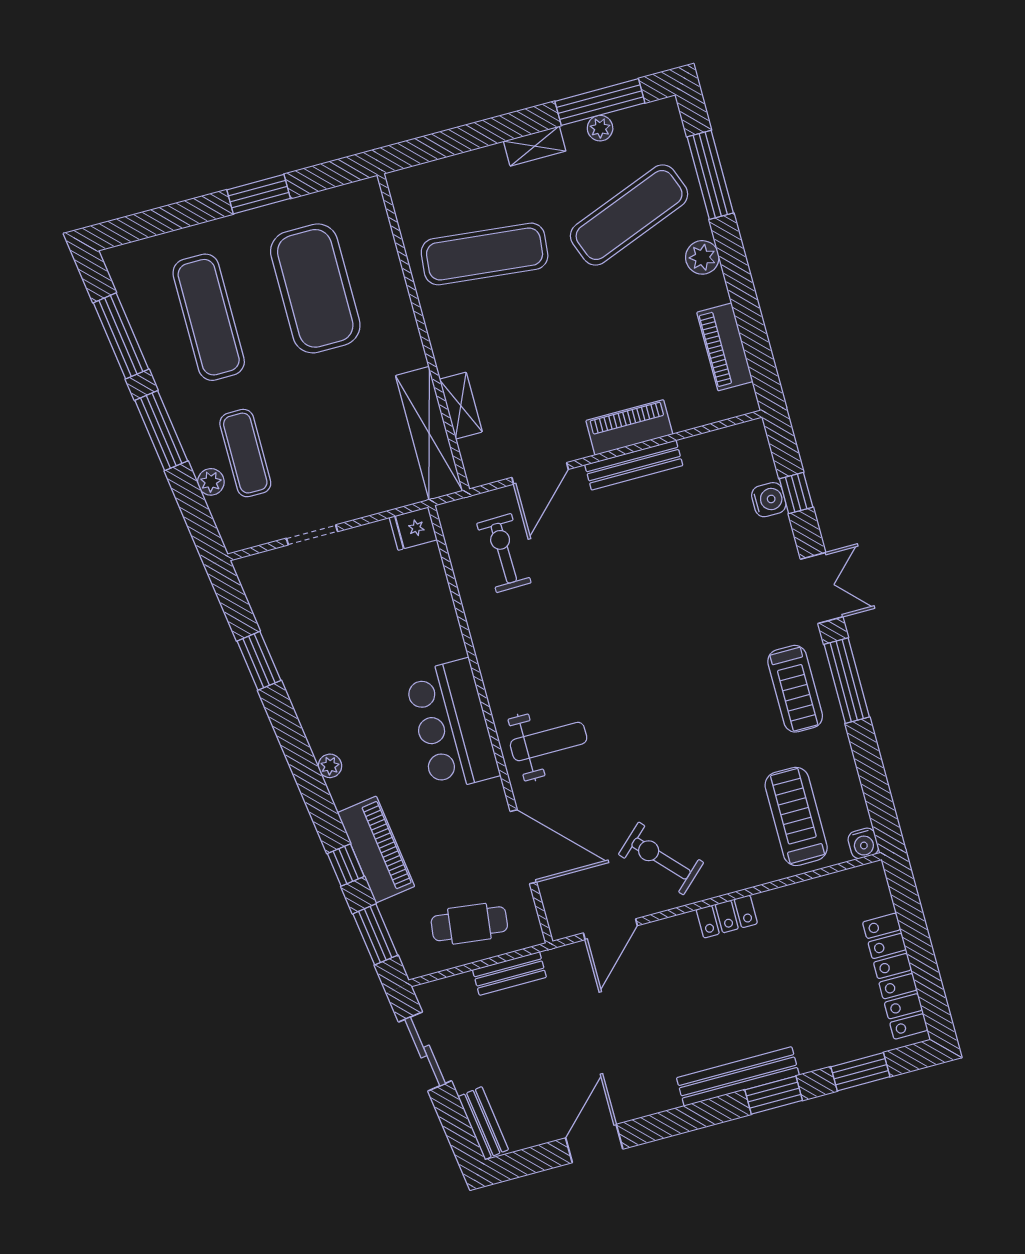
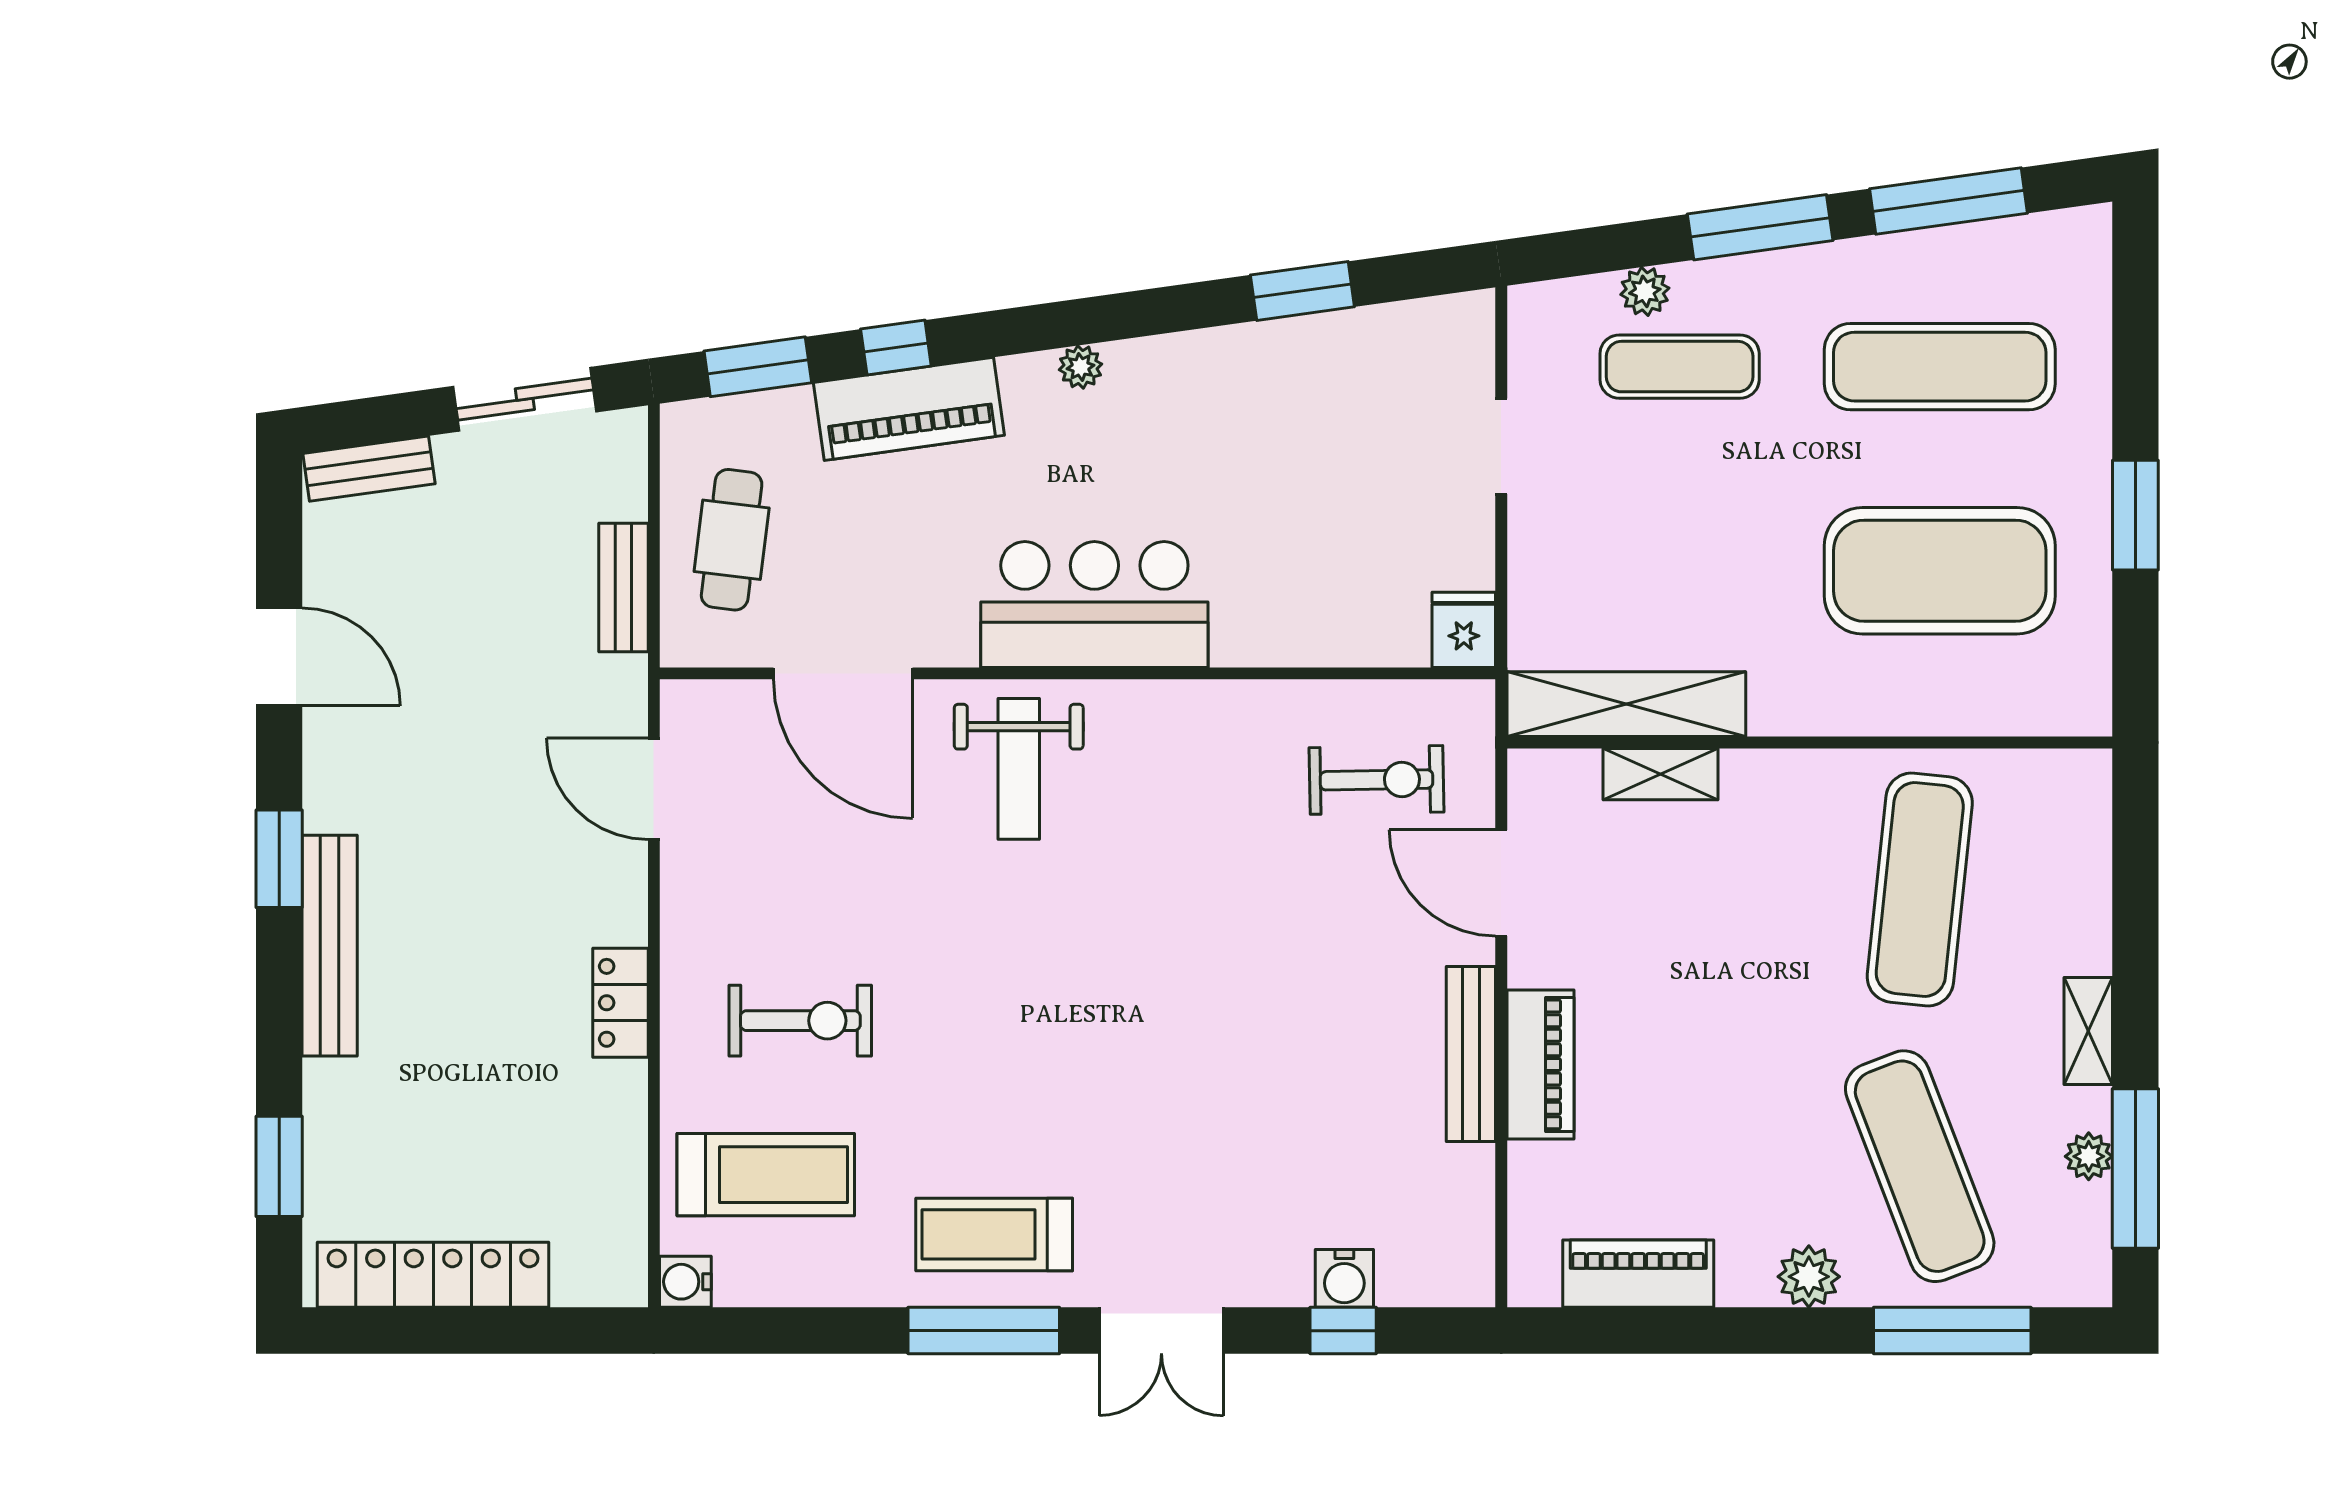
door: (523, 847) -> (843, 673), hinge flipped
exercise bike: (661, 858) -> (800, 1021), moved, turned 43
window: (774, 1095) -> (279, 859), moved

